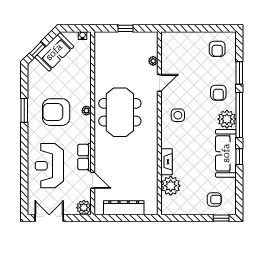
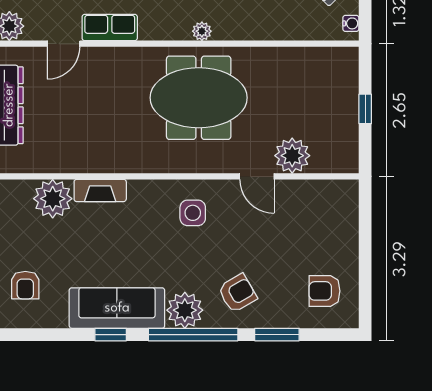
plant: (153, 61) -> (292, 156), width x1.87, depth x1.87
armchair: (218, 93) -> (237, 293), turned 150

